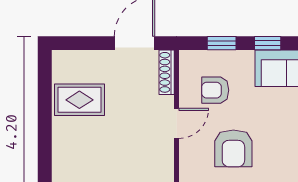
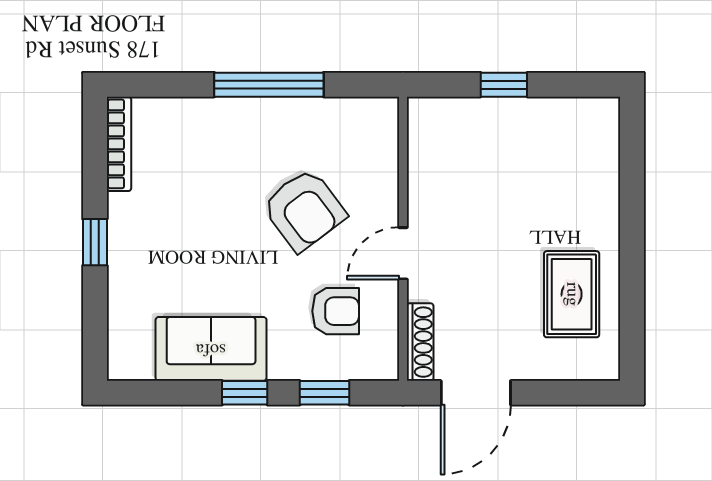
rug: (79, 100) -> (572, 294), turned 90
armchair: (233, 148) -> (304, 210), turned 143

